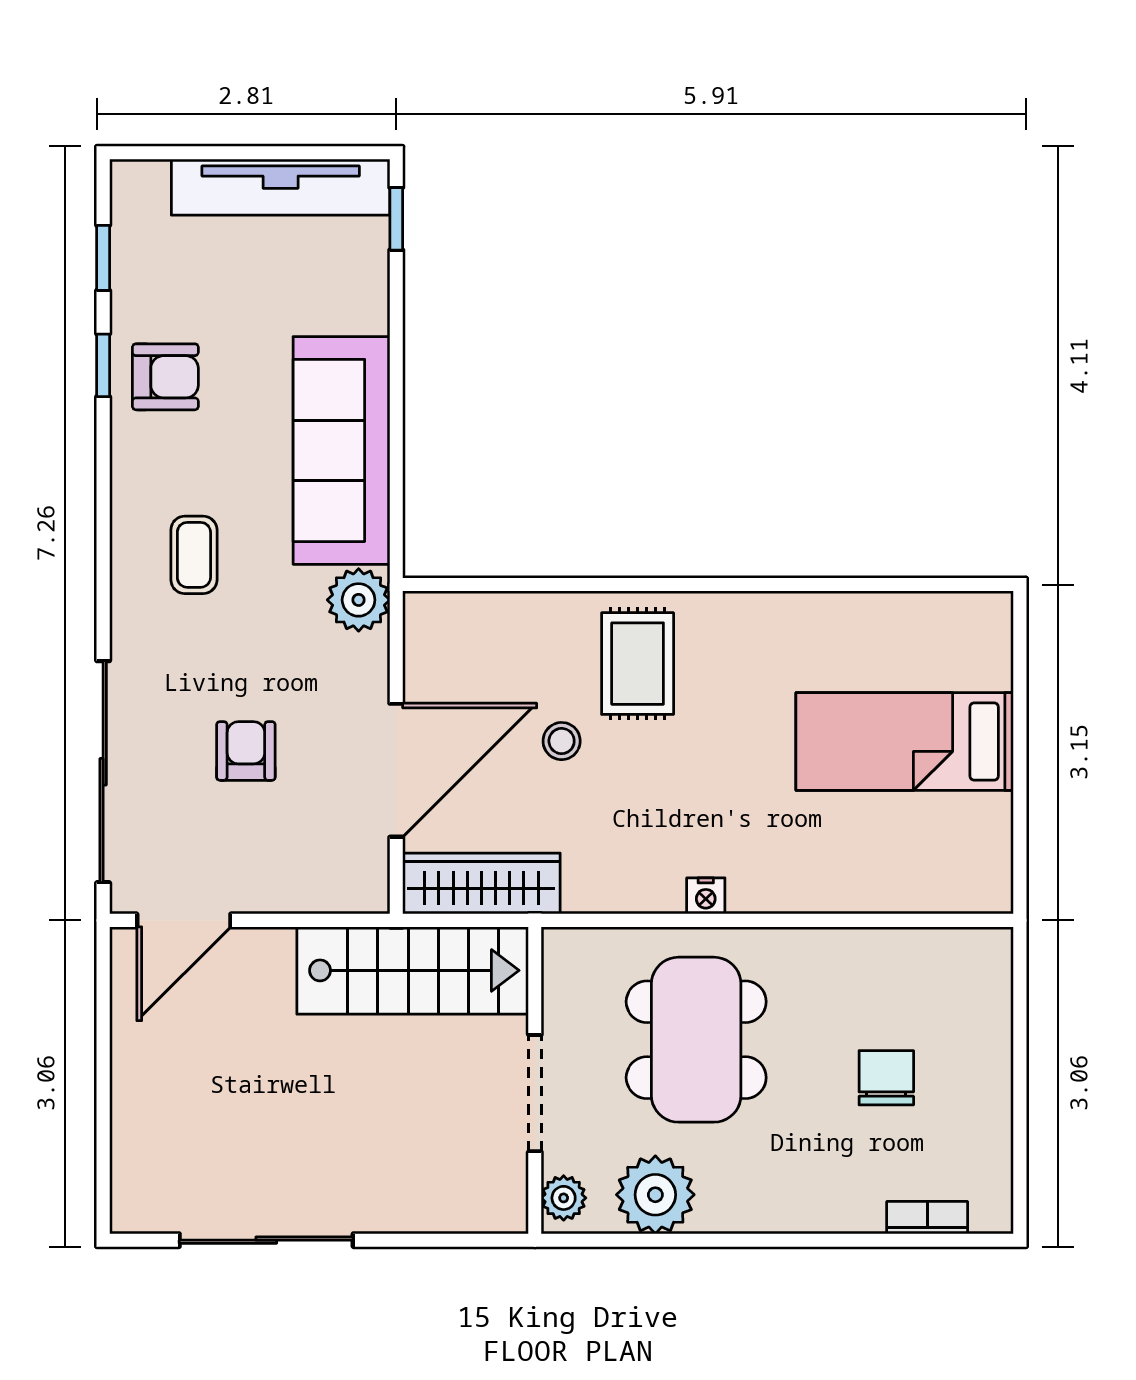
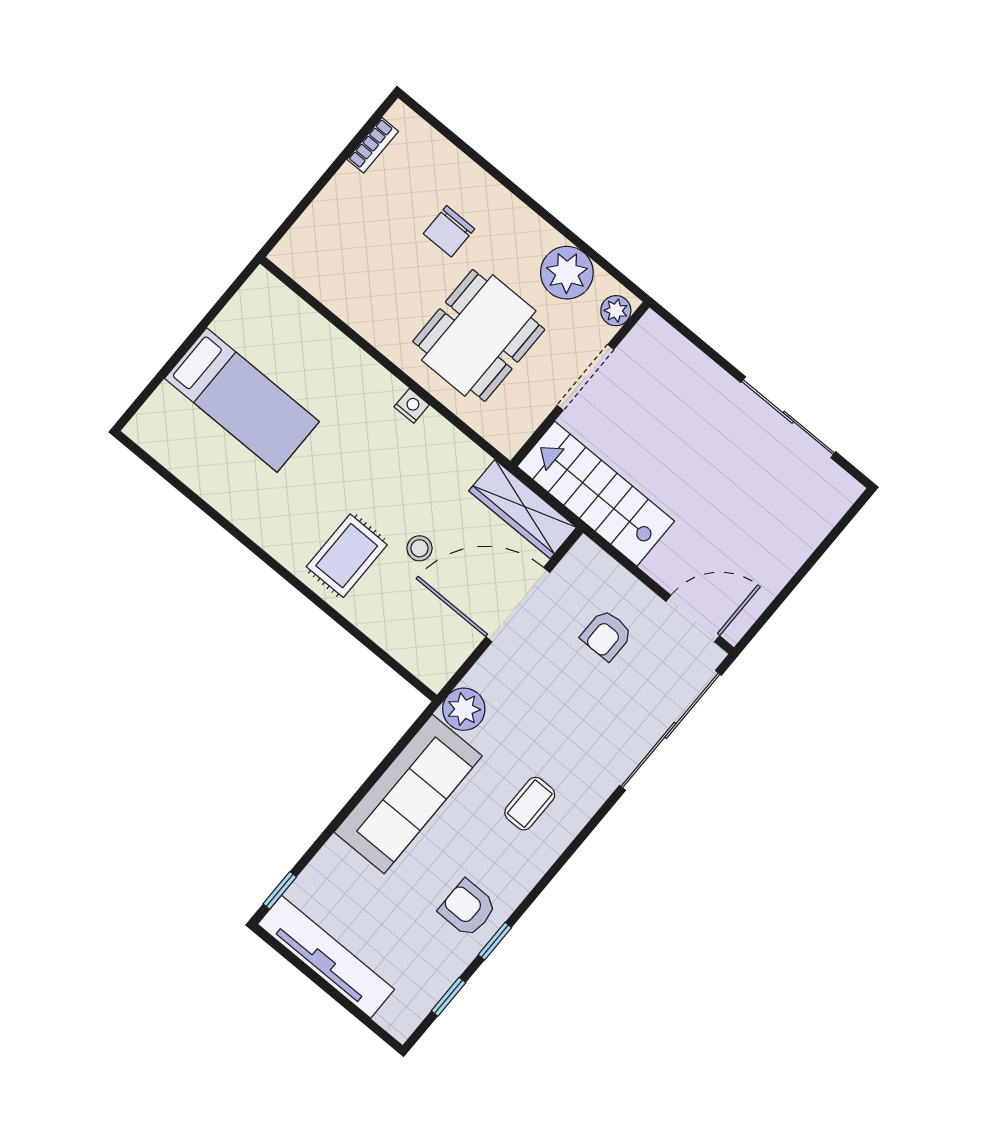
armchair: (246, 751) -> (607, 635), moved
chair: (886, 1078) -> (449, 231), moved
bookcase: (927, 1218) -> (373, 145), moved, turned -90

